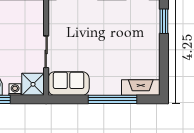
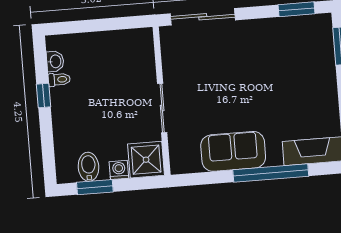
sofa: (69, 83) -> (233, 151), moved

